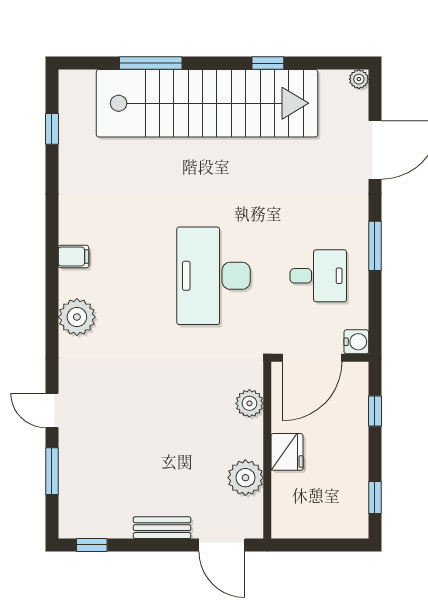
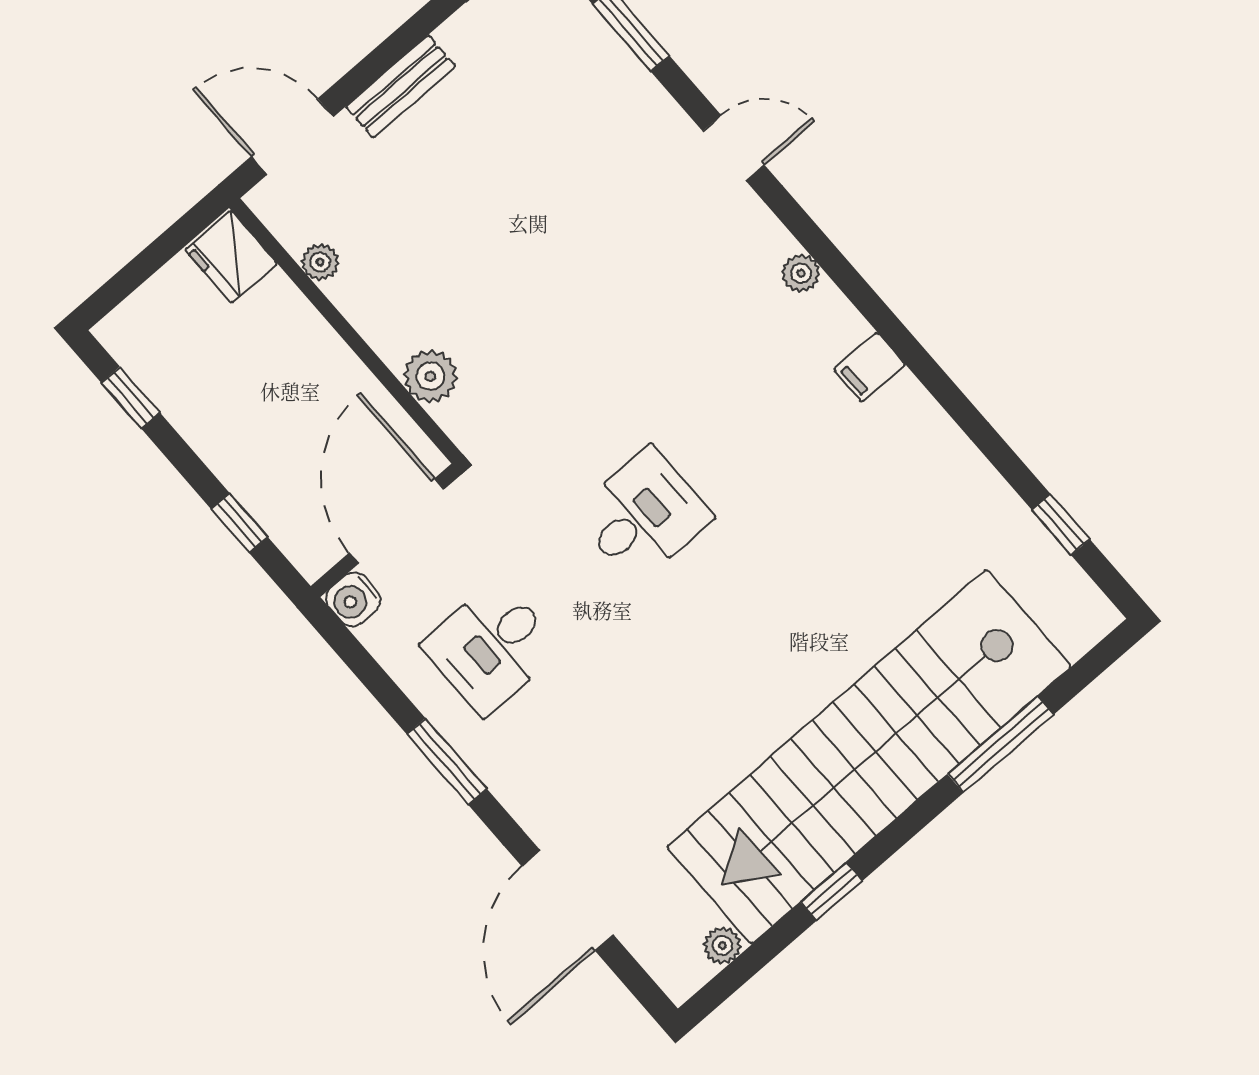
plant: (359, 79) -> (722, 945), moved
desk: (213, 276) -> (643, 515), width x0.53, depth x0.77
plant: (77, 317) -> (801, 273), width x0.53, depth x0.53
door: (52, 410) -> (734, 148), moved
fridge: (287, 452) -> (231, 257), moved
plant: (245, 478) -> (320, 262), width x0.53, depth x0.53

